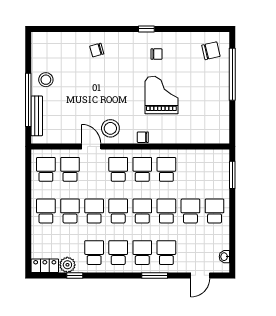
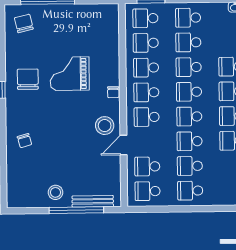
chair: (157, 54) -> (28, 79), width x1.87, depth x1.87
school desk: (190, 169) -> (146, 43), added
school desk: (215, 169) -> (145, 18), added

